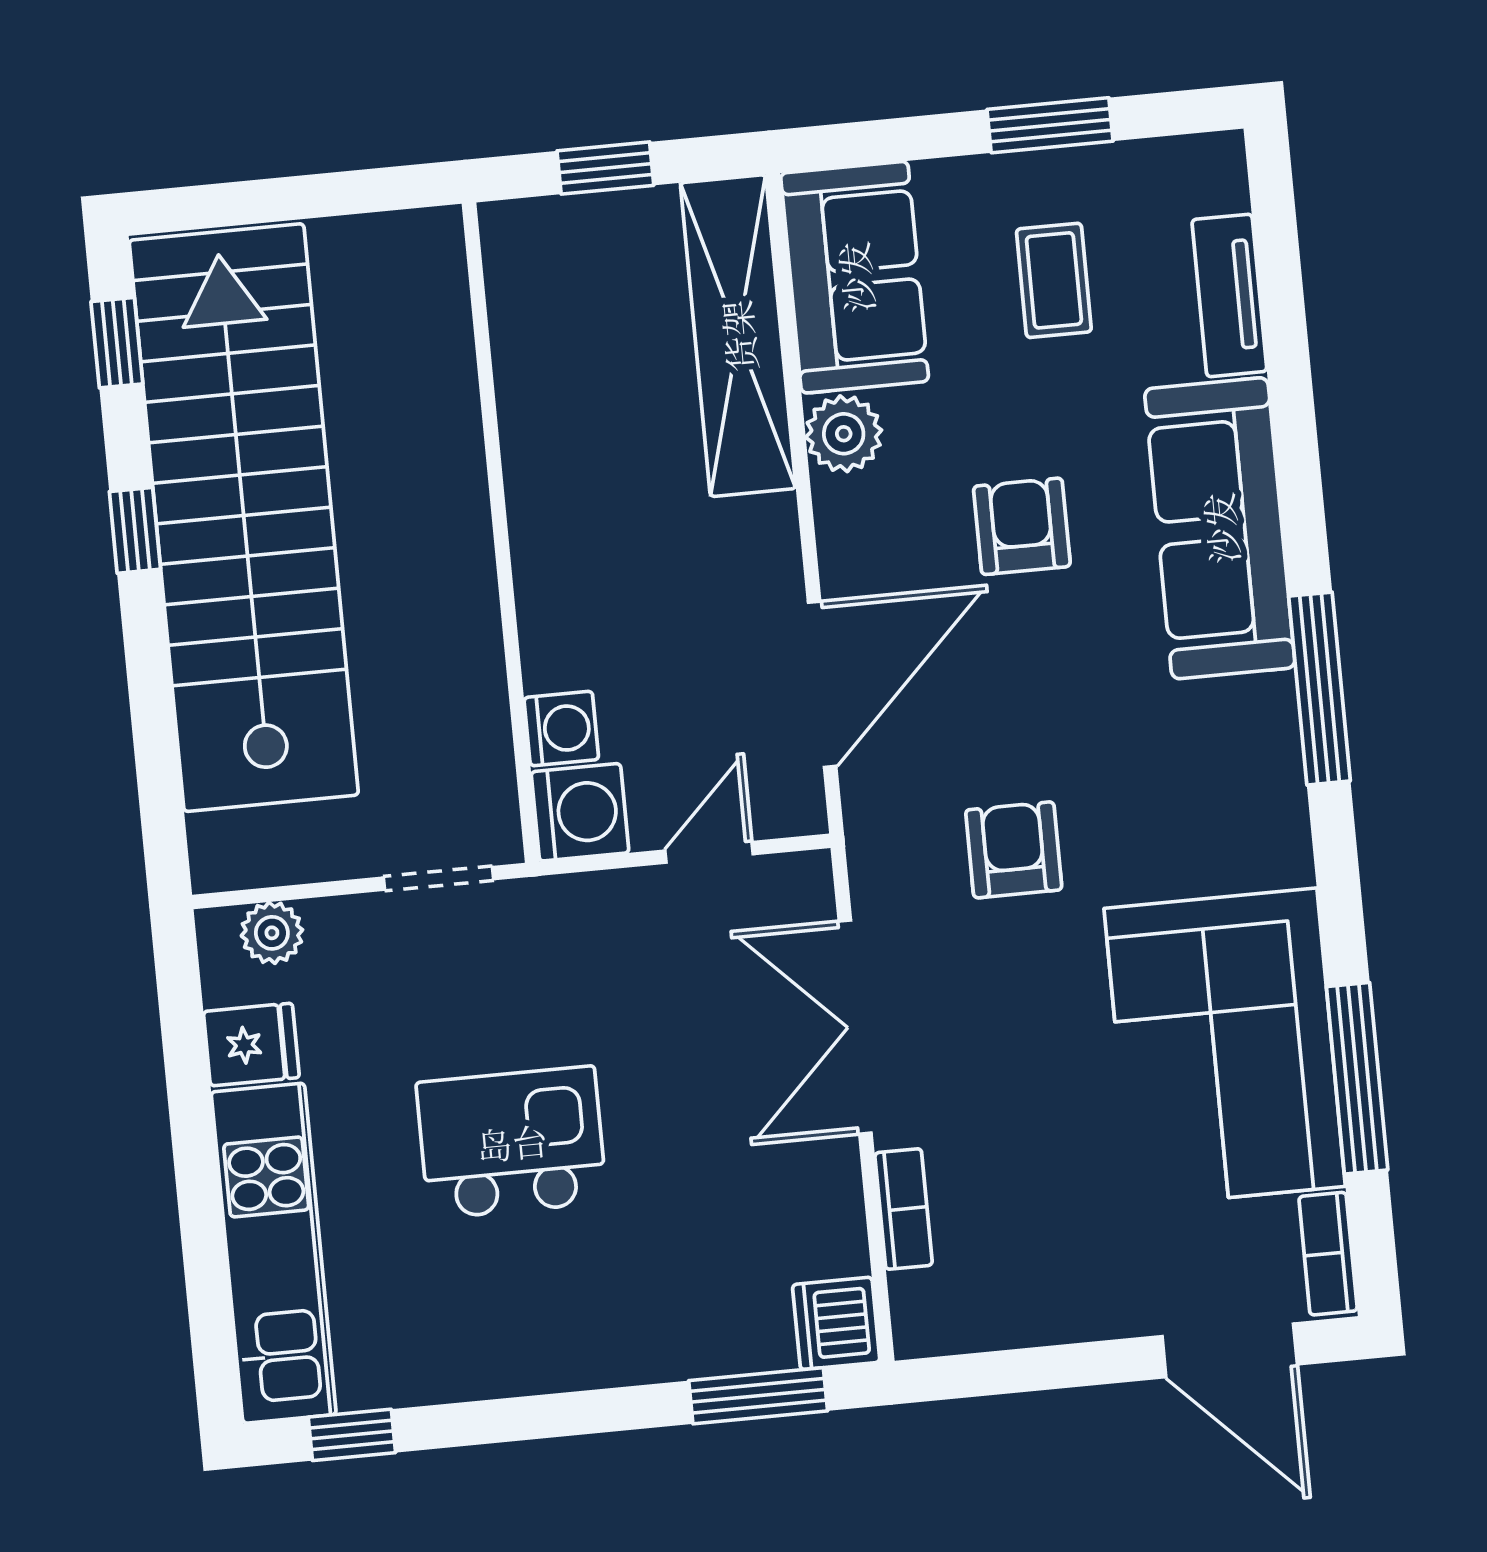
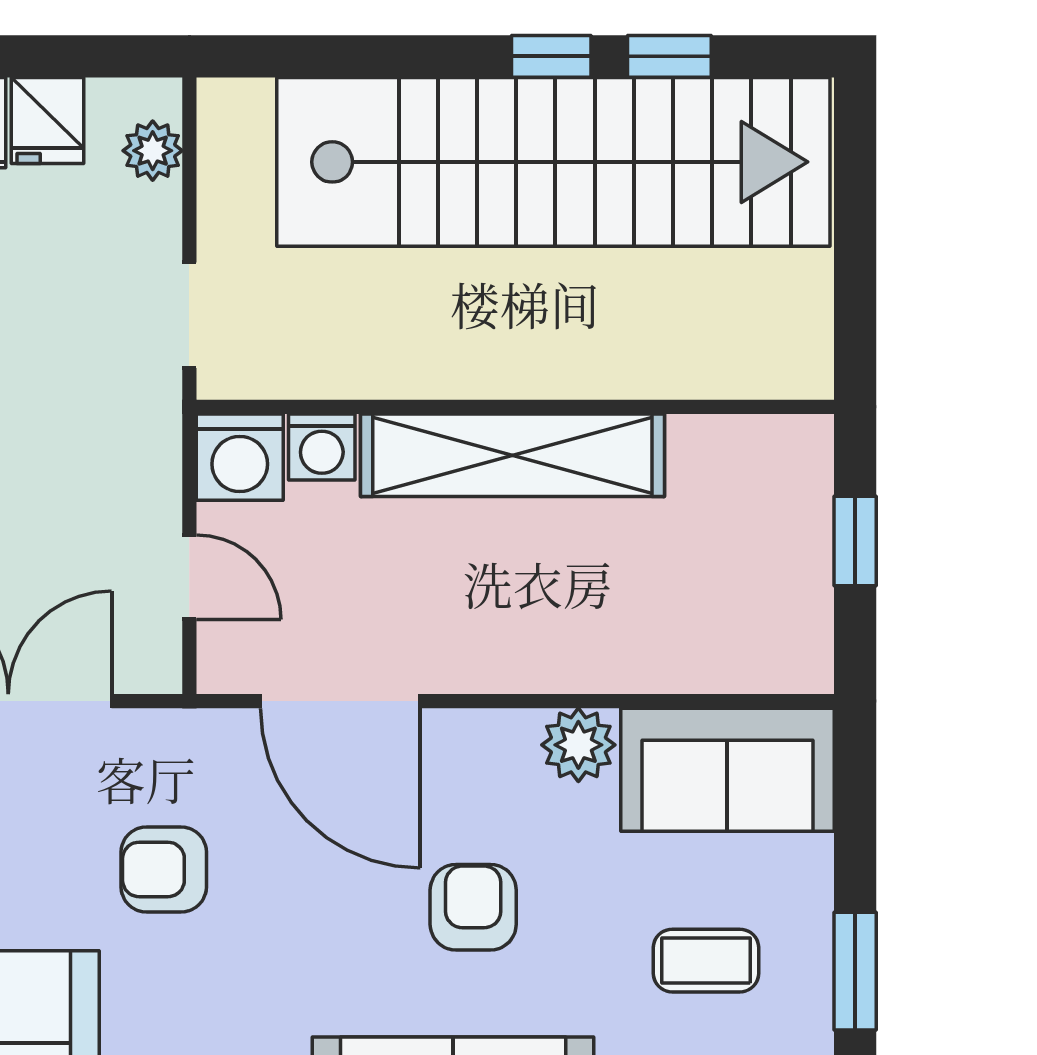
shelving: (738, 336) -> (512, 455), moved
window: (117, 343) -> (669, 56), moved
armchair: (1022, 526) -> (473, 907), turned -90
armchair: (1014, 850) -> (164, 869), turned 180

